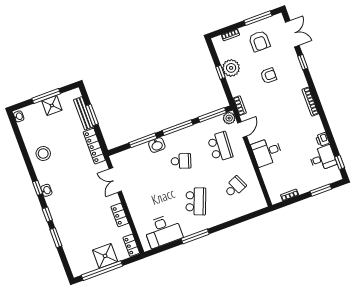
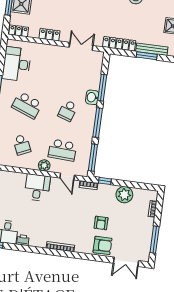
armchair: (259, 41) -> (102, 245), moved, turned 180
window: (303, 62) -> (97, 258), removed
window: (220, 72) -> (105, 181), moved
plant: (229, 118) -> (44, 165), moved

